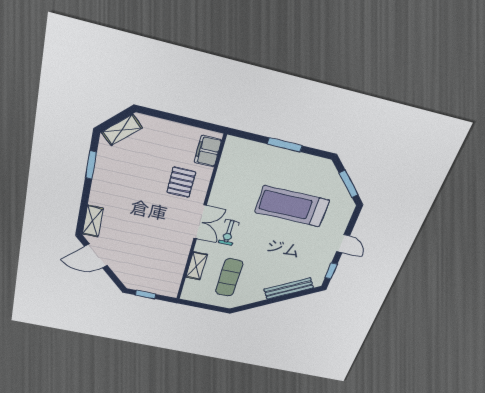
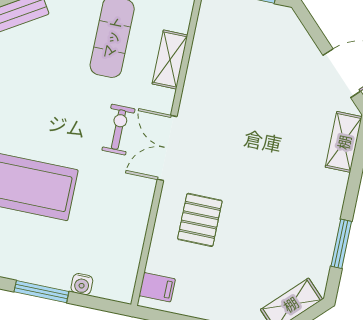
water cooler: (258, 148) -> (82, 284), added
filing cabinet: (208, 151) -> (157, 287), width x0.50

